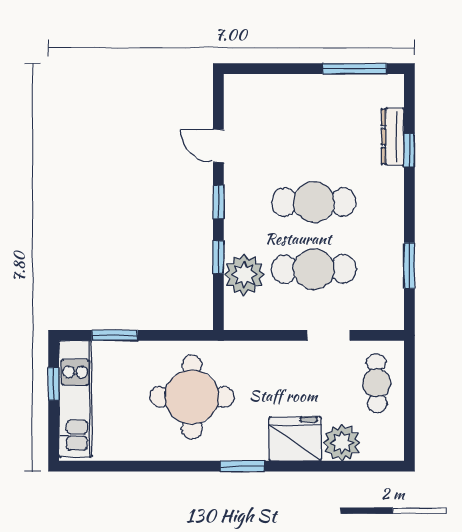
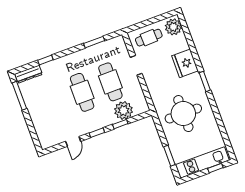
dresser: (393, 137) -> (29, 74), moved
window: (54, 384) -> (215, 168), moved
plant: (342, 443) -> (173, 27), moved

